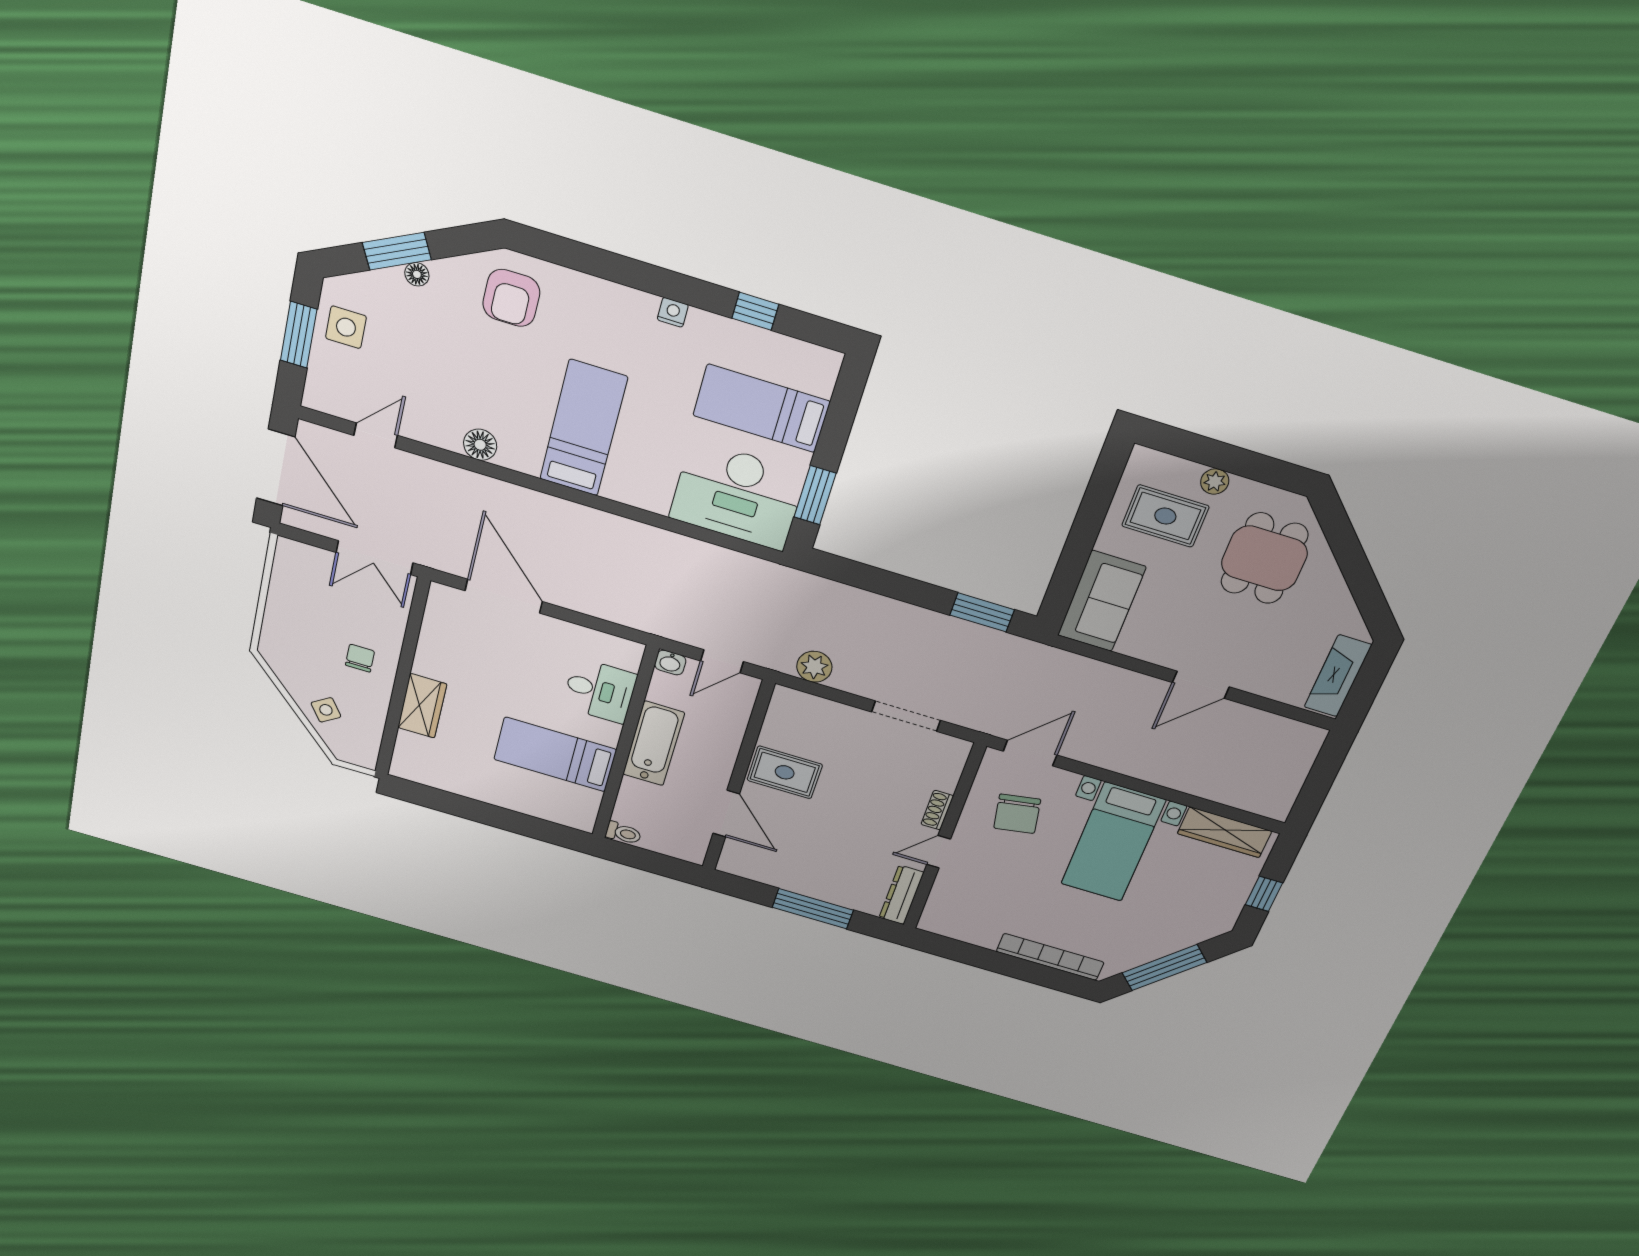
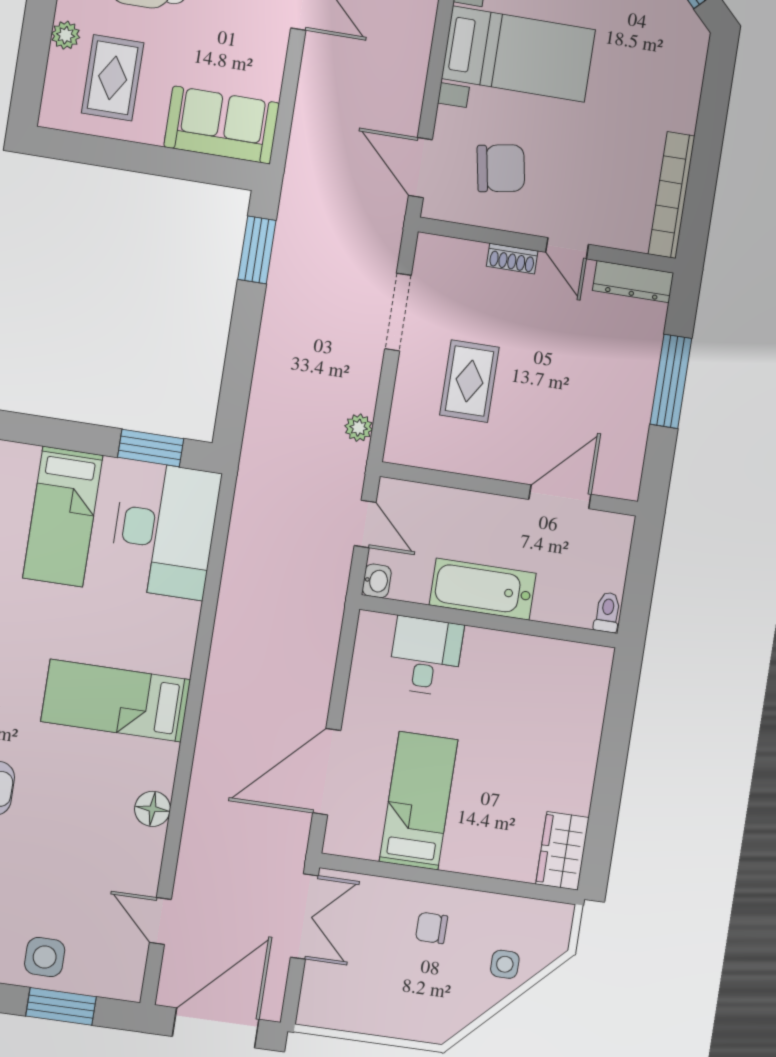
plant: (814, 667) -> (359, 428), width x0.73, depth x0.73
wardrobe: (422, 706) -> (562, 851), moved, turned -90
side table: (326, 710) -> (505, 964), turned 34
bed: (555, 754) -> (419, 801), moved, turned 180
rug: (785, 772) -> (469, 381), moved
bookcase: (1050, 957) -> (672, 195), moved

